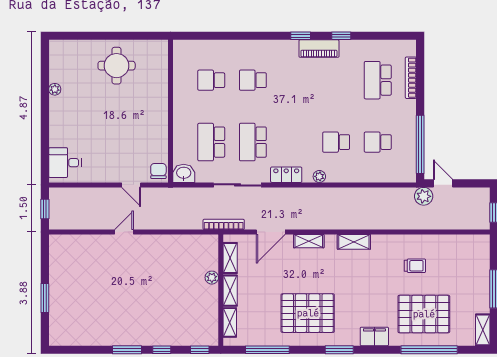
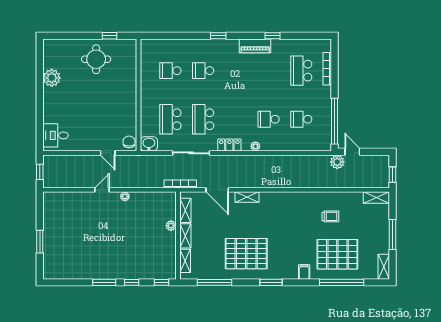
window: (134, 36) -> (110, 36), added
window: (301, 36) -> (218, 36), moved
plant: (55, 89) -> (52, 78), width x1.87, depth x1.87
door: (271, 232) -> (217, 190), hinge flipped
plant: (153, 240) -> (125, 196), added
shelving: (354, 242) -> (376, 198), moved
filing cabinet: (374, 336) -> (304, 272), width x0.50

